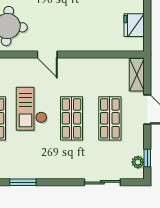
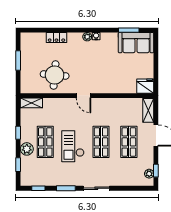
fridge: (134, 25) -> (145, 86), moved, turned 90
checkout: (32, 109) -> (73, 146), moved
sliding door: (102, 182) -> (96, 188), moved

